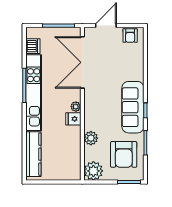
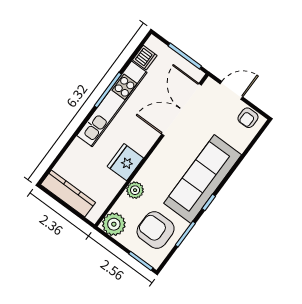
plant: (76, 107) -> (143, 148), removed
sofa: (133, 107) -> (203, 179), width x1.36, depth x1.27
fridge: (73, 119) -> (125, 162), width x1.88, depth x1.34
kitchen counter: (33, 154) -> (68, 194), moved, turned -90
armchair: (124, 154) -> (156, 230), turned 90

